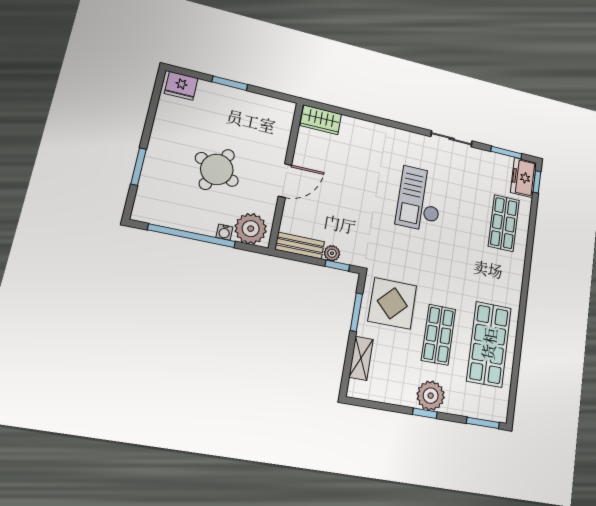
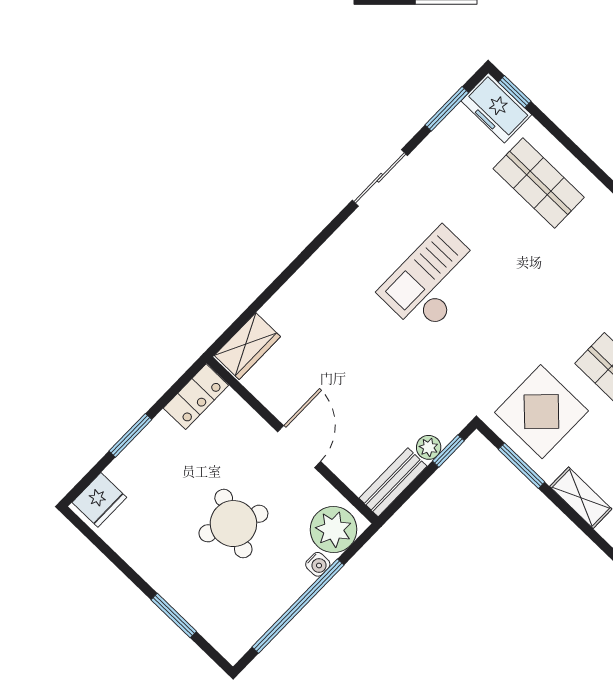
locker: (275, 107) -> (196, 397), added
checkout: (420, 199) -> (433, 281), turned 90

